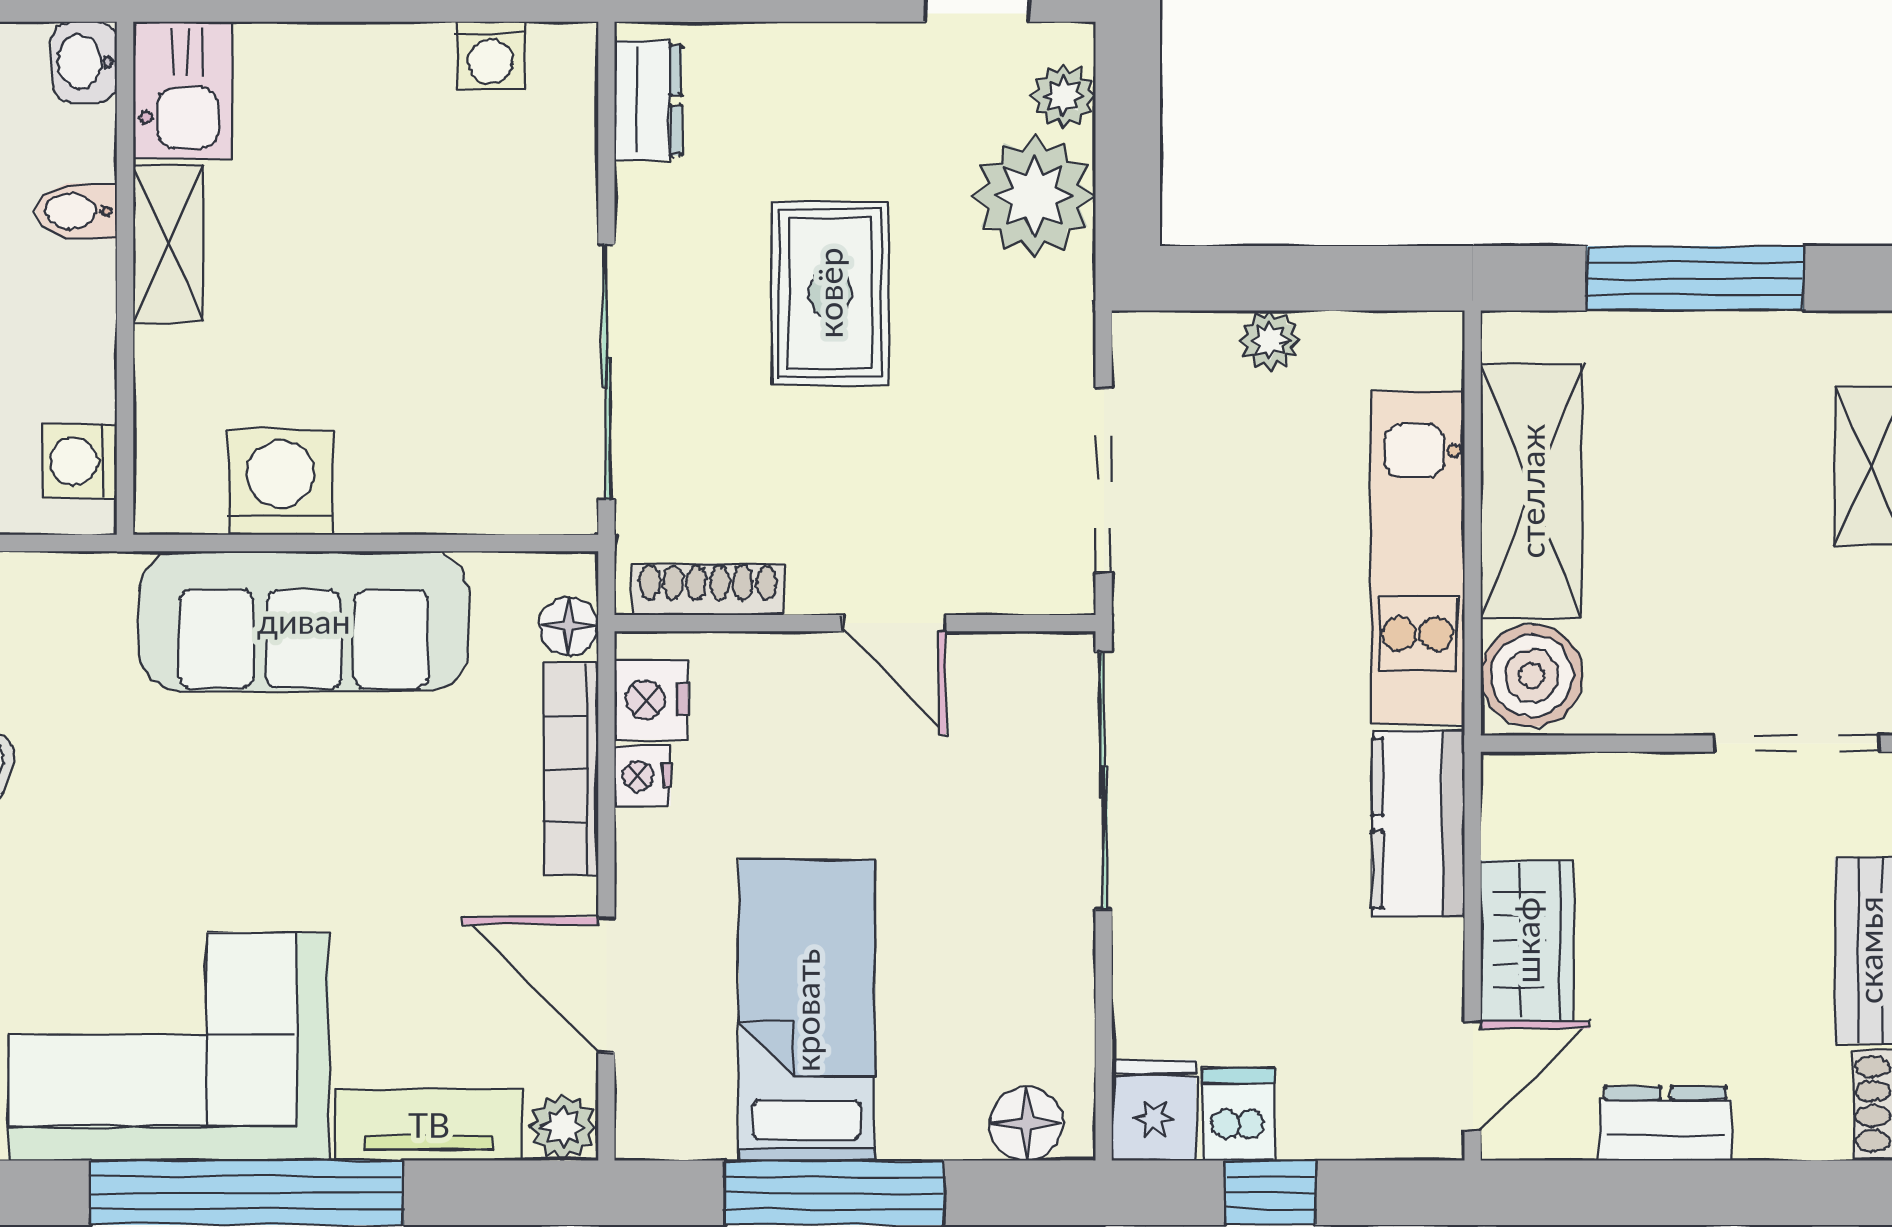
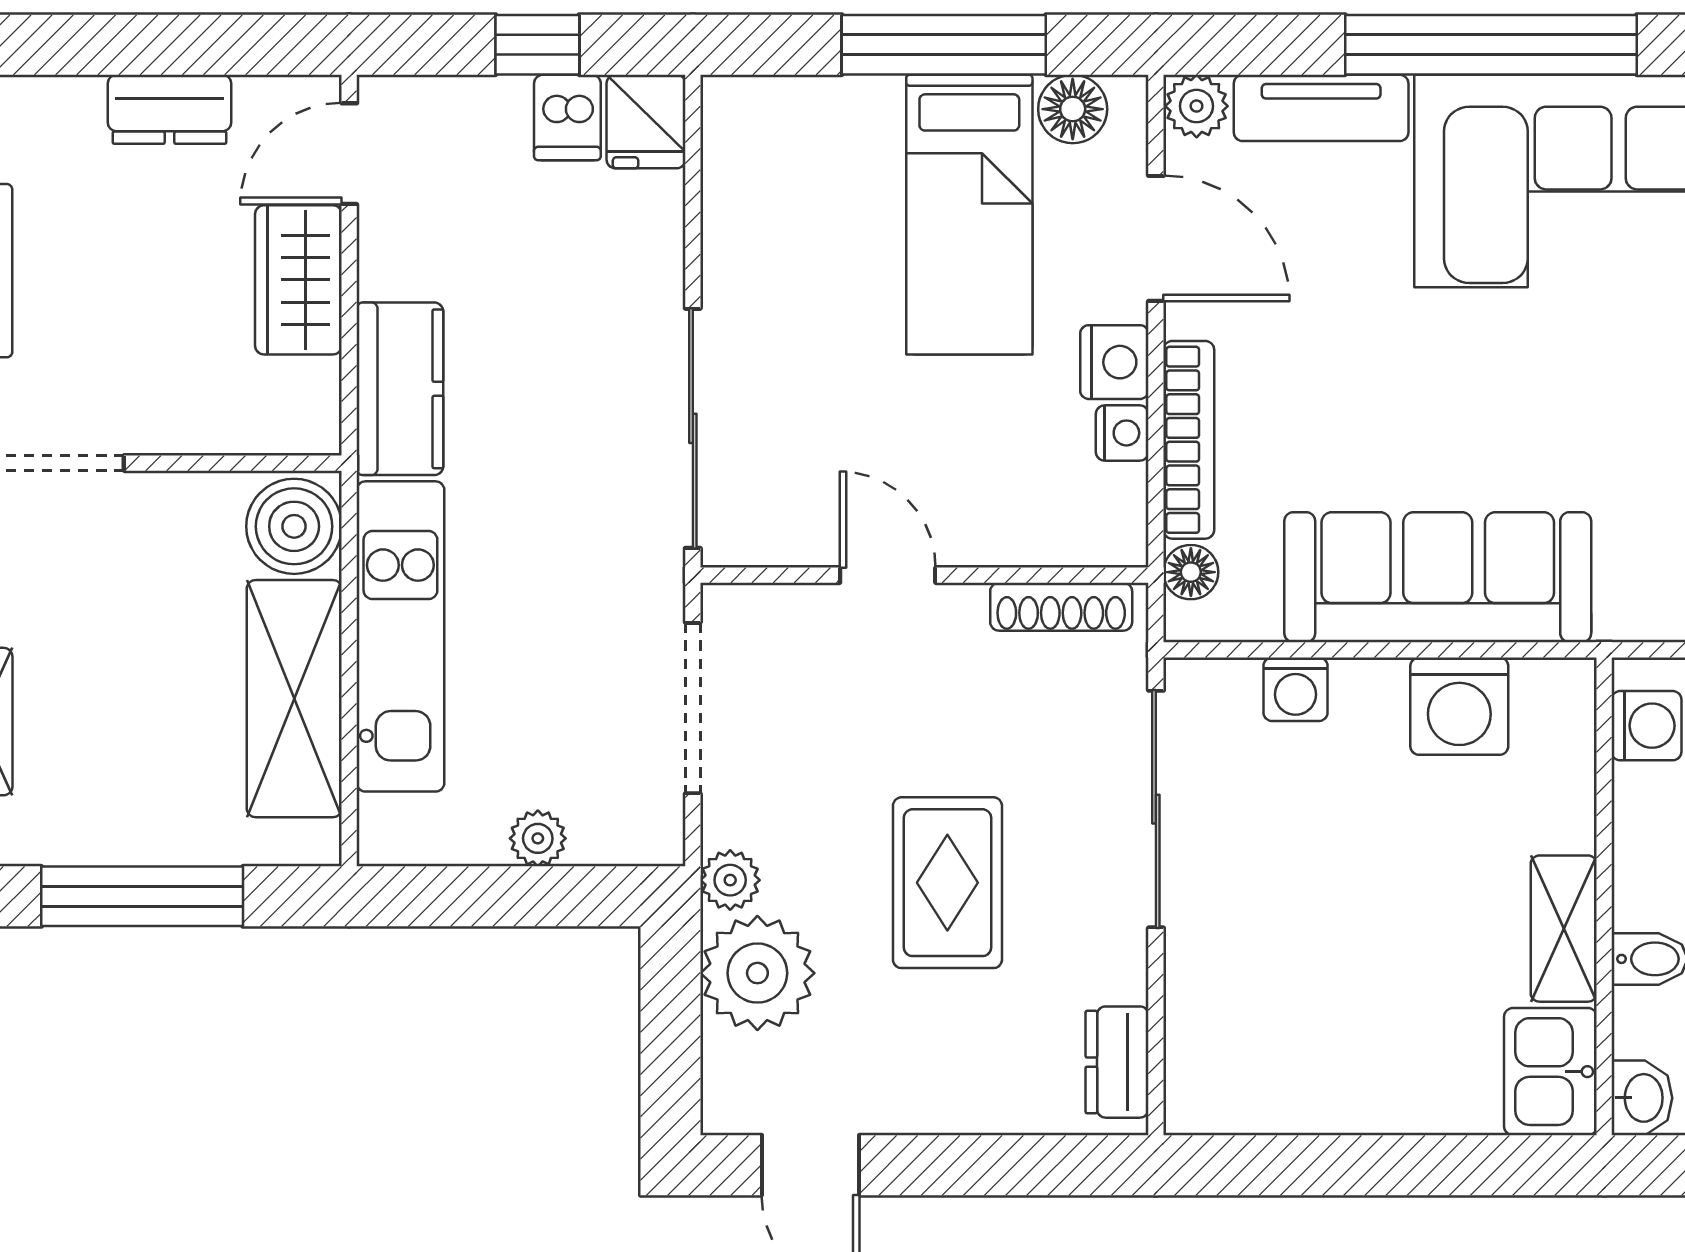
washing machine: (491, 56) -> (1295, 689), moved, turned 180
plant: (1064, 96) -> (730, 880), moved
nightstand: (651, 700) -> (1114, 362), moved
floor lamp: (1026, 1124) -> (1073, 109), moved

